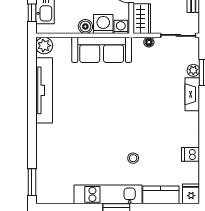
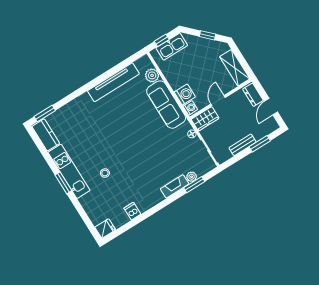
boiler: (85, 26) -> (175, 83), removed
plant: (44, 46) -> (152, 75), moved
kitchen counter: (161, 195) -> (46, 135), moved

